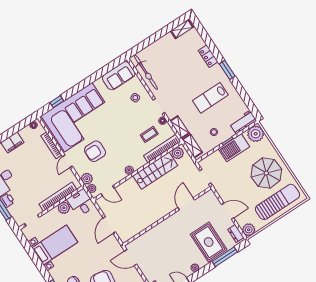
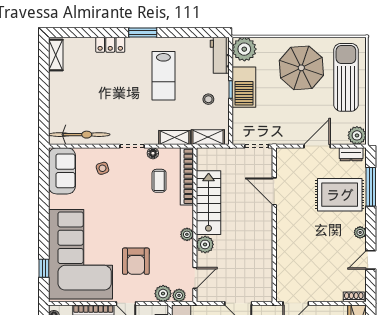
plant: (178, 153) -> (205, 244), moved

